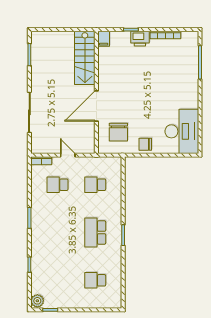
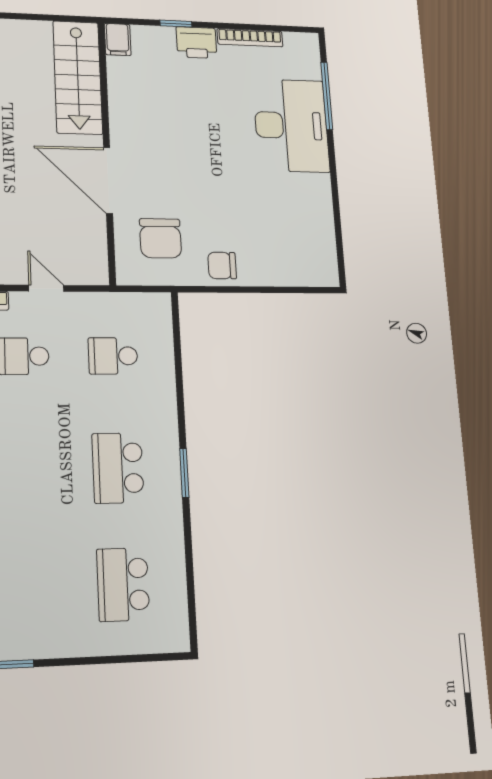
door: (96, 106) -> (108, 180), hinge flipped
desk: (182, 131) -> (291, 125), moved
school desk: (95, 280) -> (123, 584), width x1.85

